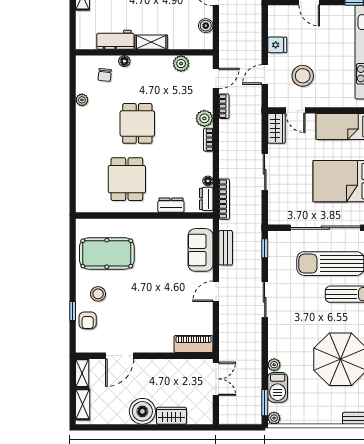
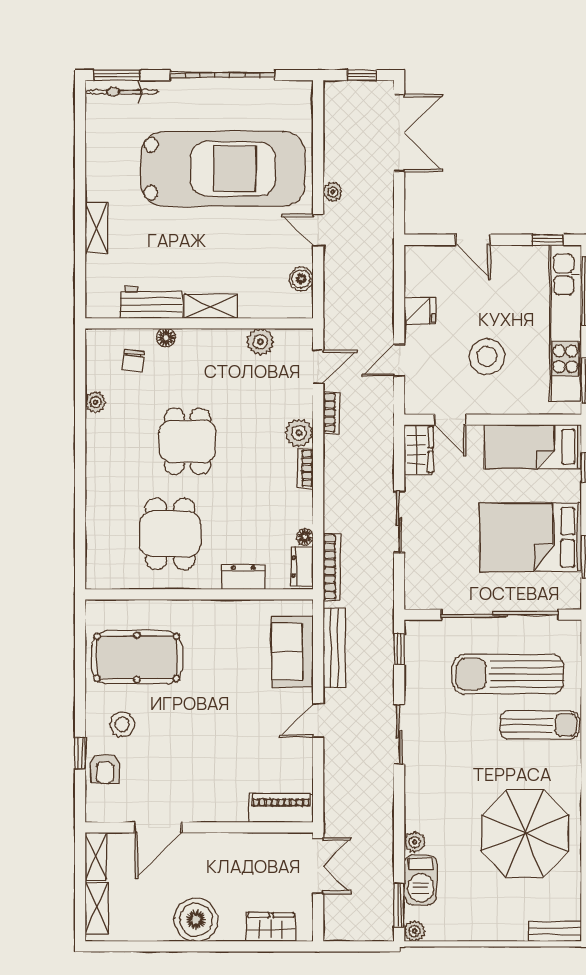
stool: (303, 76) -> (487, 356), moved
bench: (226, 248) -> (334, 648), width x1.36
wardrobe: (171, 416) -> (271, 927), moved

